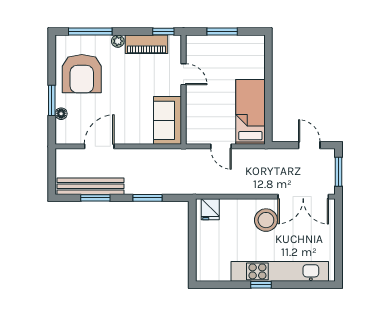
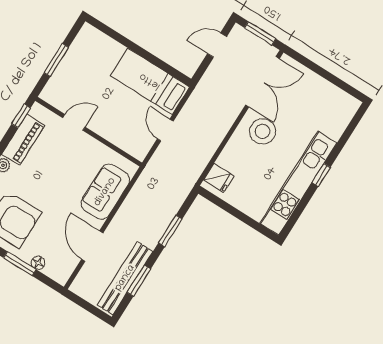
sofa: (168, 120) -> (105, 192), moved, turned 90
door: (221, 146) -> (165, 130), swing flipped
kitchen unit: (280, 271) -> (298, 183), moved

